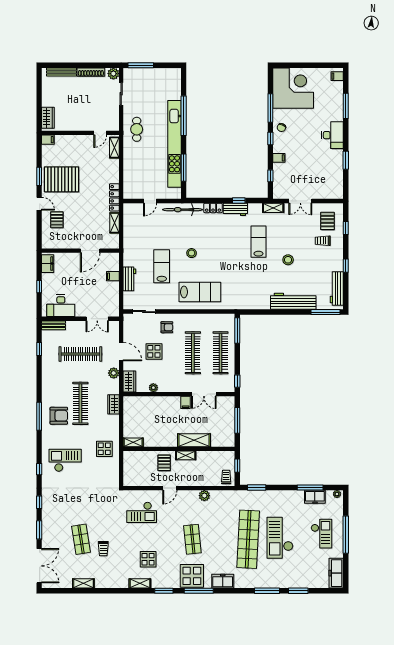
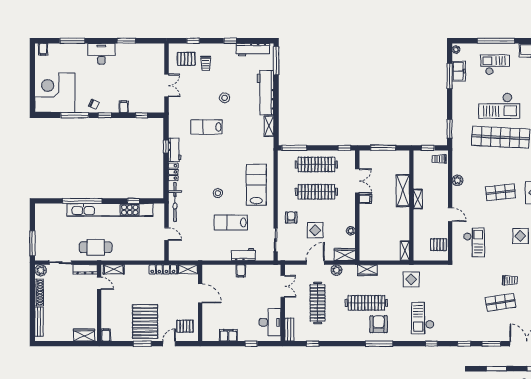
dresser: (114, 119) -> (85, 269), added
cafe table: (137, 129) -> (96, 247), width x1.37, depth x1.35
window: (184, 168) -> (134, 201), width x0.46
shelving: (273, 208) -> (269, 126), moved
wall: (80, 251) -> (200, 303), moved
door: (90, 251) -> (200, 293), moved
pallet: (164, 463) -> (439, 245), moved

